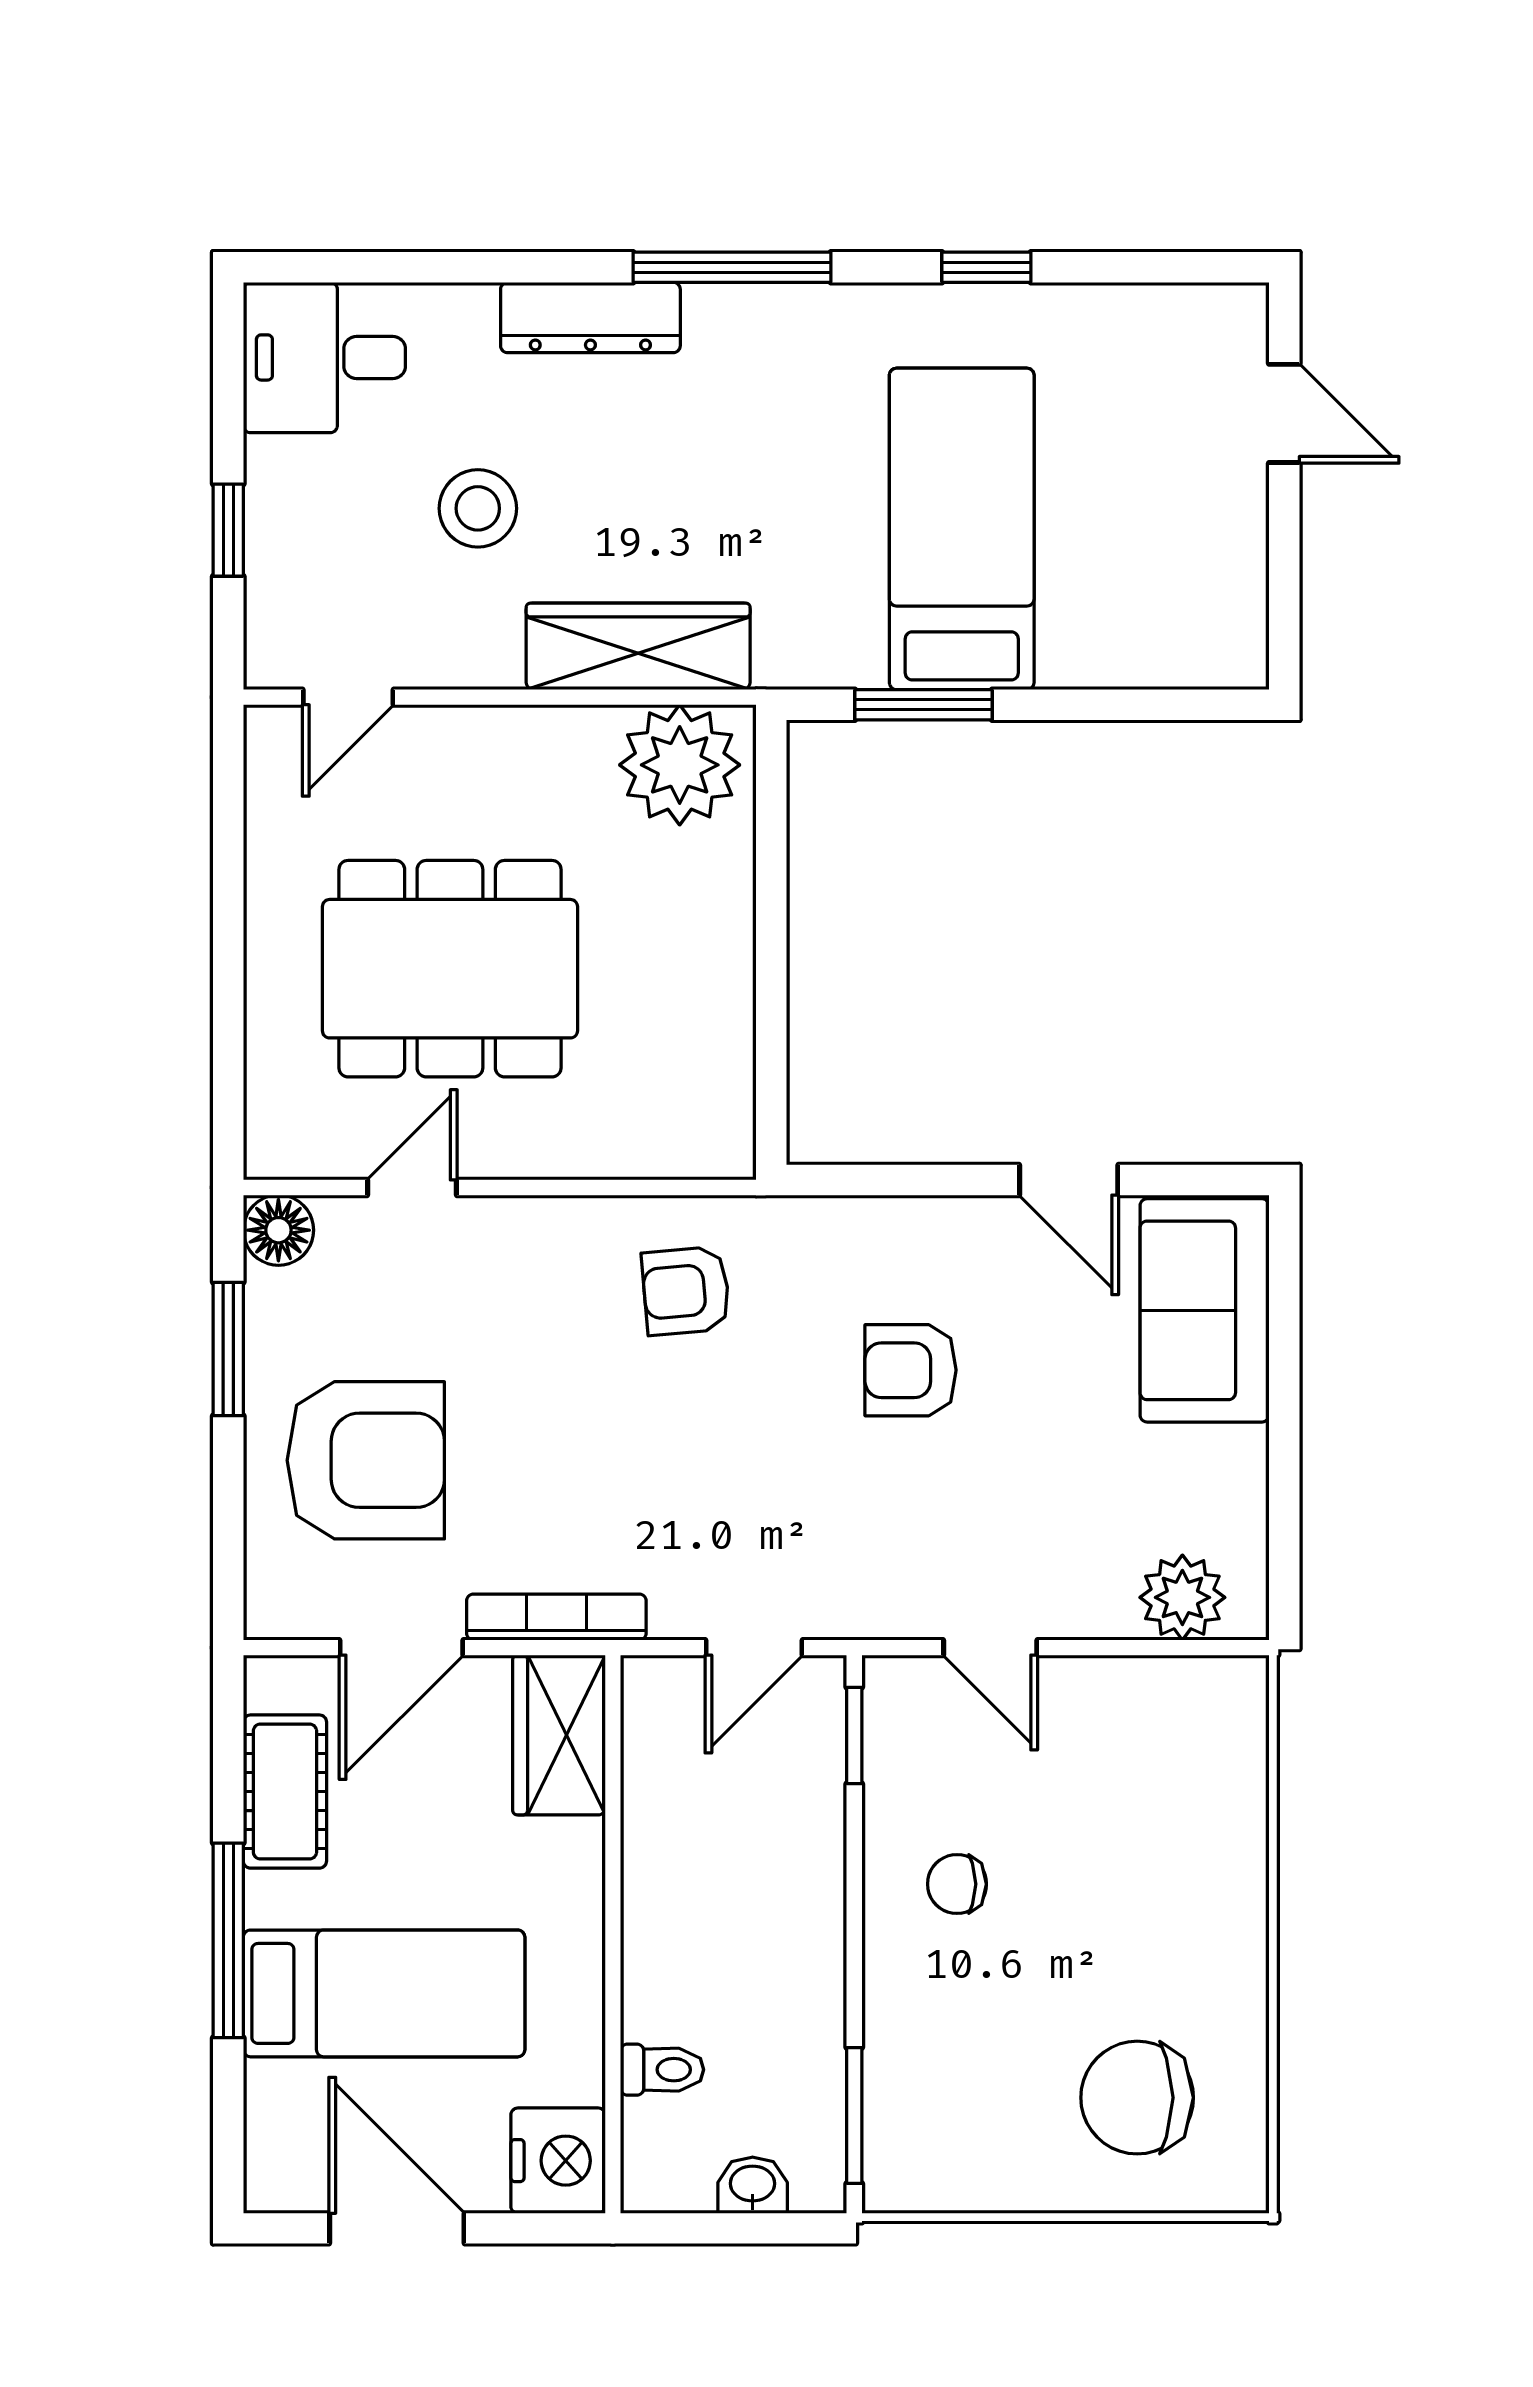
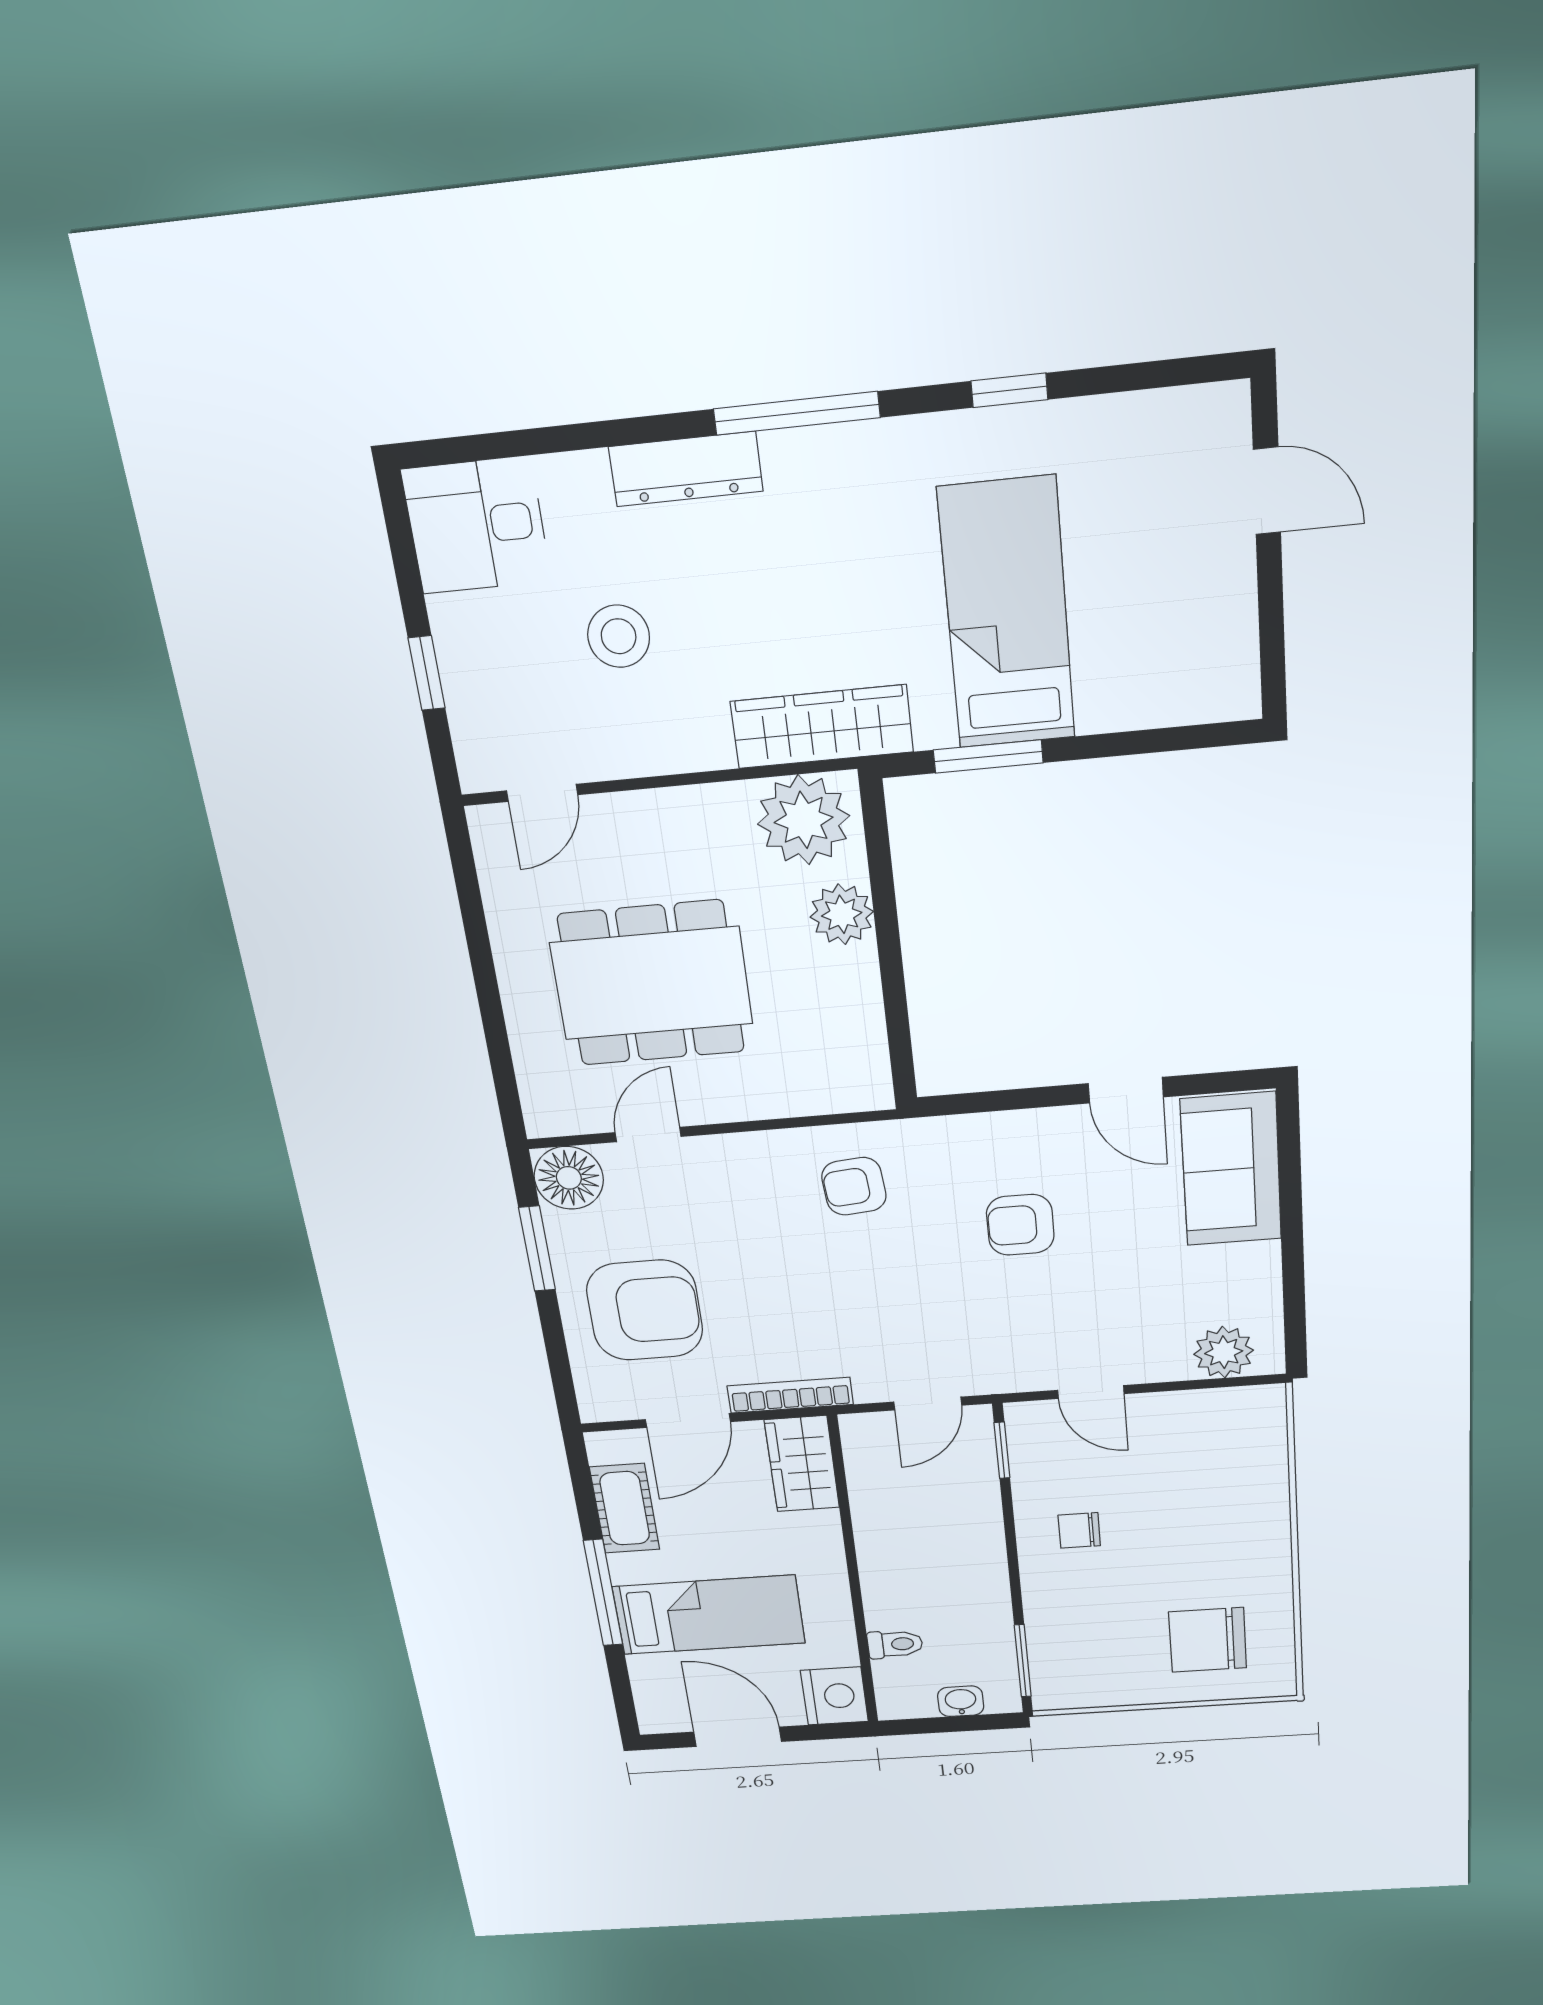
wardrobe: (638, 646) -> (822, 727), moved
plant: (714, 896) -> (842, 914), added
floor lamp: (278, 1230) -> (569, 1178), width x1.38, depth x1.38

